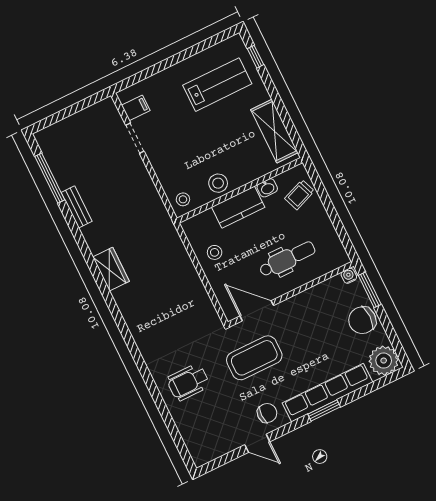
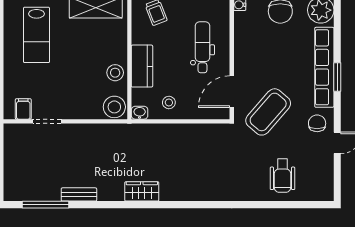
lab bench: (217, 85) -> (36, 35), turned 180
washbasin: (267, 188) -> (140, 113), moved, turned -90
stool: (183, 199) -> (114, 107), width x1.89, depth x1.89
coffee table: (254, 358) -> (268, 112), turned 41
wheelchair: (188, 382) -> (282, 176), moved

